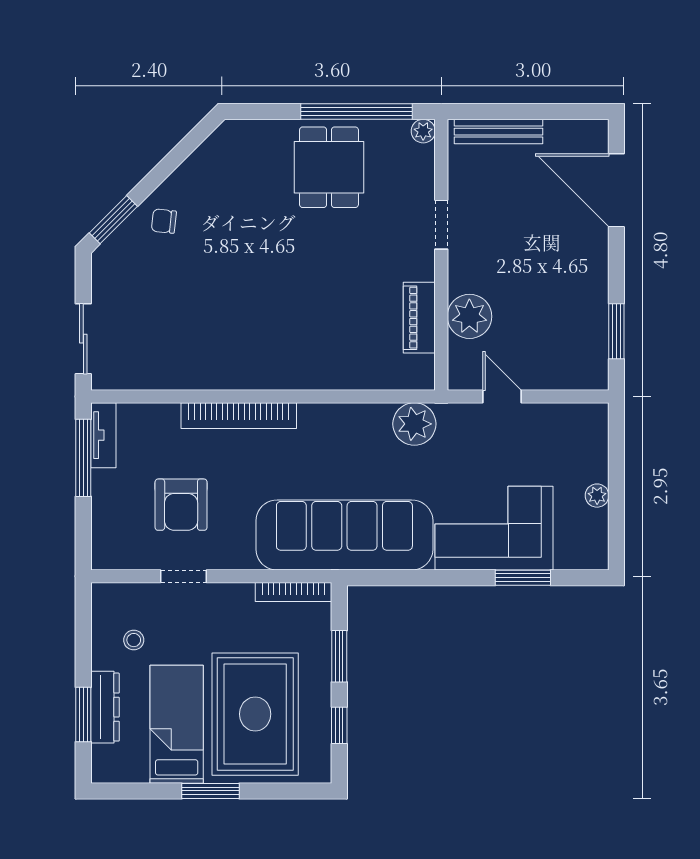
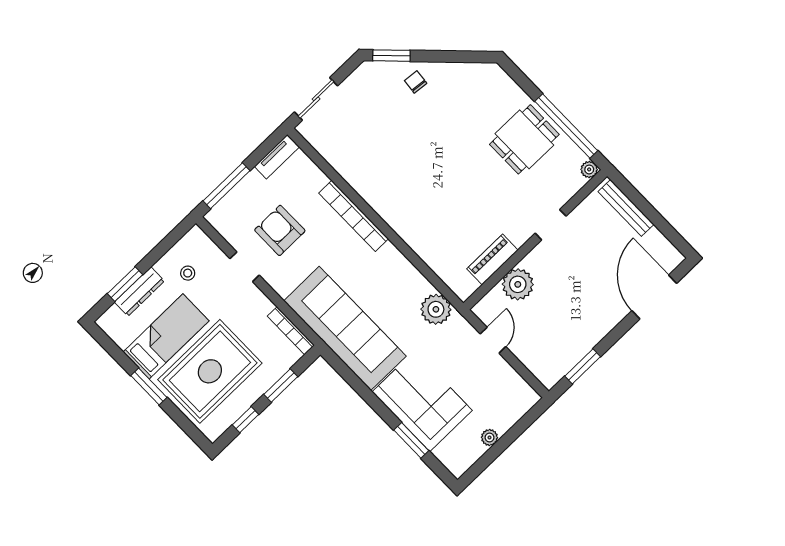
window: (83, 458) -> (227, 186), moved
armchair: (181, 505) -> (280, 230), turned 90

